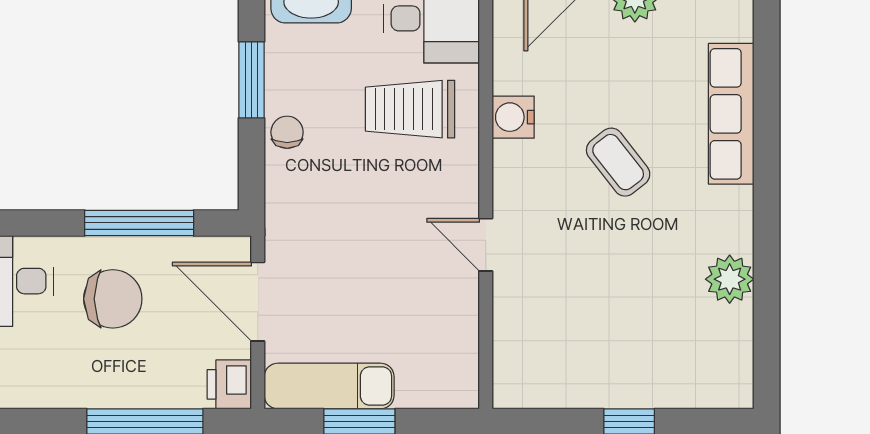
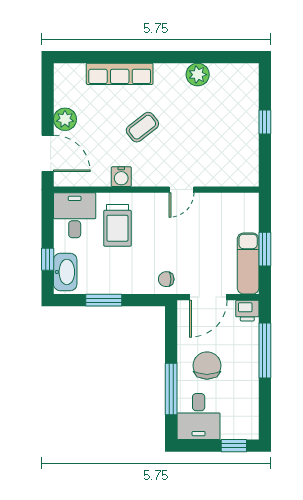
chair: (287, 132) -> (166, 279), moved
window: (139, 223) -> (171, 389), moved

